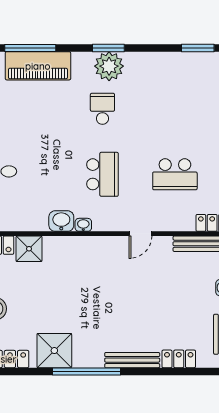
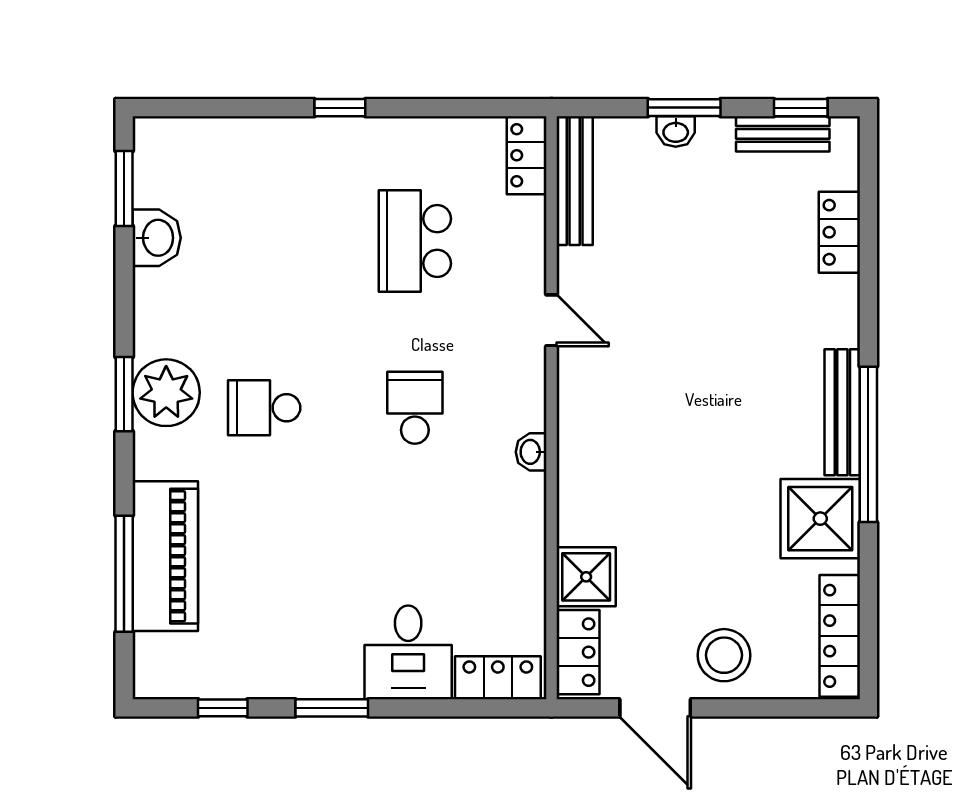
school desk: (102, 174) -> (415, 408), width x0.54
school desk: (175, 174) -> (415, 241), turned 180
washbasin: (61, 221) -> (157, 238), moved, turned 180
bench: (132, 360) -> (842, 412), moved

